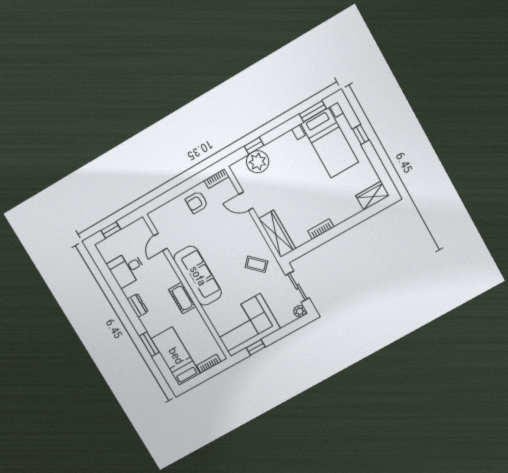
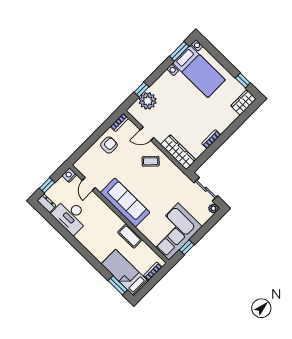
window: (361, 134) -> (243, 80), moved
armchair: (197, 202) -> (109, 145), turned 180
nightstand: (140, 225) -> (69, 175), added
coffee table: (256, 264) -> (151, 161), moved
desk: (127, 269) -> (71, 216), width x1.37
cot: (182, 298) -> (130, 236), moved
dresser: (138, 305) -> (47, 203), moved
window: (149, 344) -> (118, 285), moved

